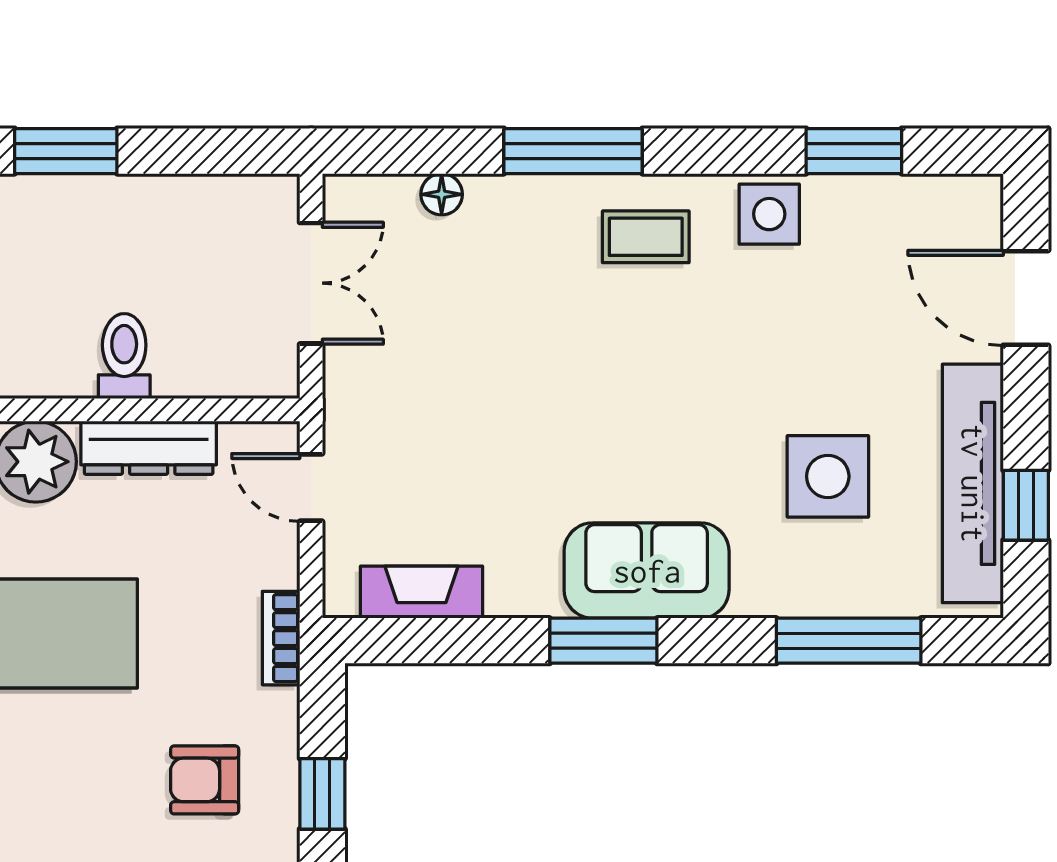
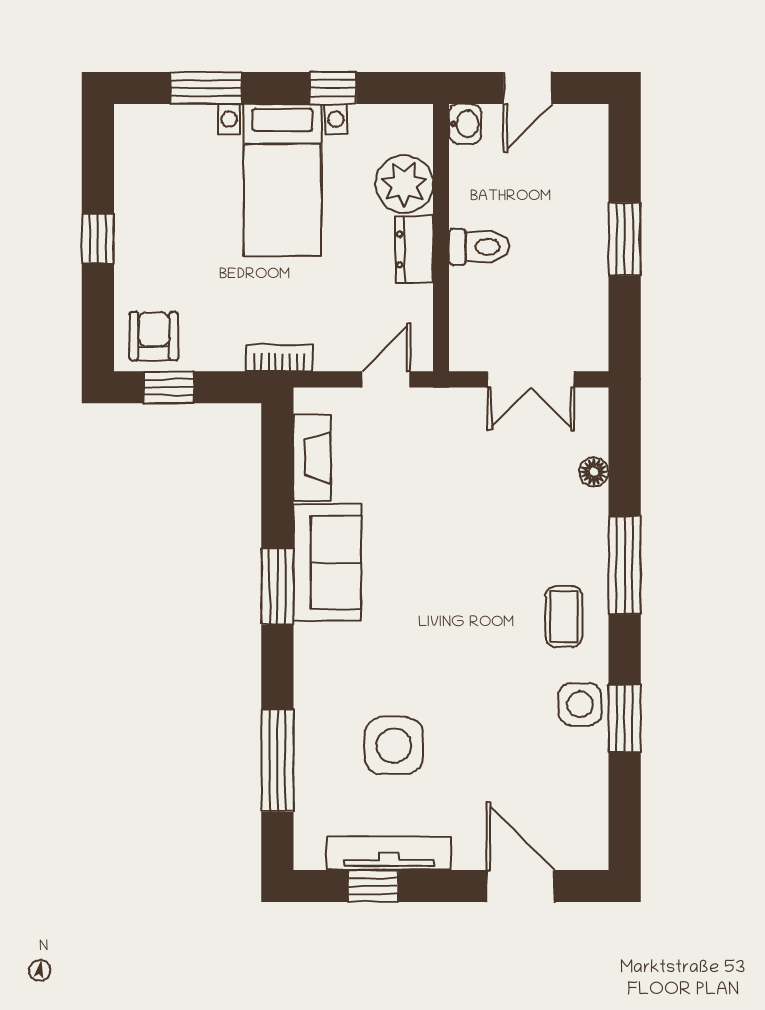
window: (66, 151) -> (625, 239), moved
window: (854, 151) -> (625, 718), moved
door: (1026, 298) -> (520, 886), hinge flipped
dresser: (149, 448) -> (414, 249), width x0.70
tv unit: (973, 483) -> (389, 853), width x0.73, depth x0.78
sofa: (647, 571) -> (327, 563), moved
armchair: (205, 780) -> (154, 336), moved

